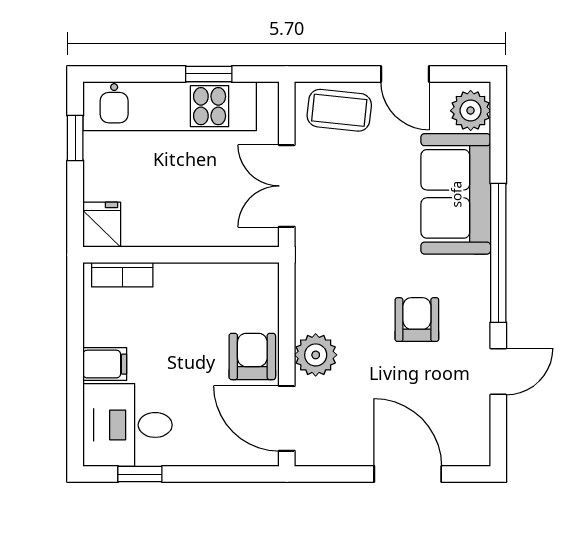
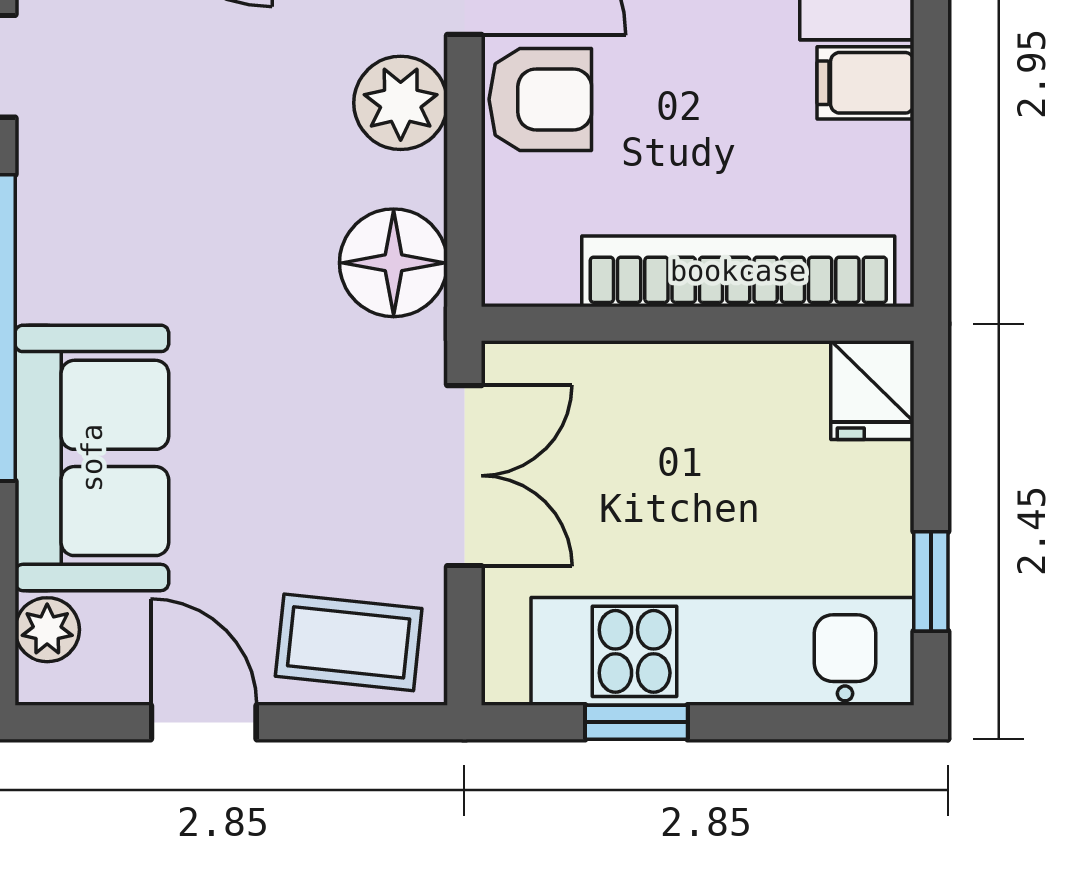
plant: (471, 111) -> (47, 630), width x0.73, depth x0.73
bookcase: (122, 275) -> (738, 271), width x2.31, depth x1.31
floor lamp: (319, 282) -> (394, 263), added
armchair: (417, 320) -> (178, 181), removed
armchair: (252, 356) -> (540, 99), turned -90

